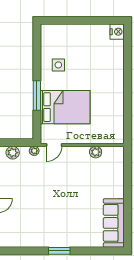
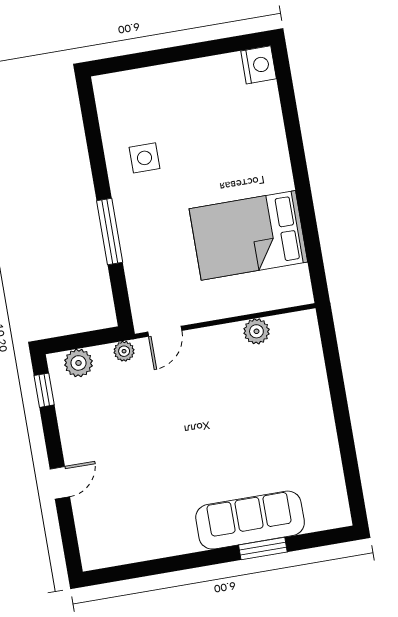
bed: (65, 107) -> (248, 235), moved, turned 180
sofa: (114, 223) -> (250, 520), moved, turned 90
window: (59, 251) -> (263, 549), moved

